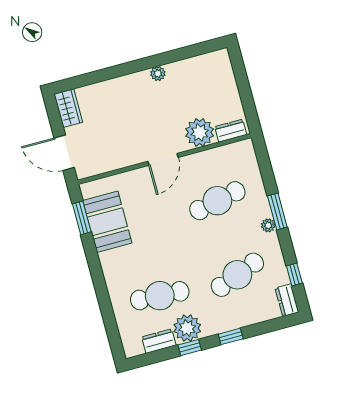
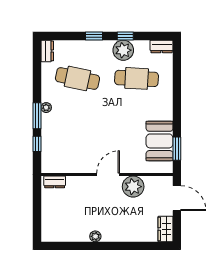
plant: (200, 132) -> (133, 187), moved
cafe table: (217, 201) -> (77, 135), removed
cafe table: (237, 275) -> (77, 78), turned 33
window: (294, 275) -> (37, 144), moved
dresser: (159, 341) -> (162, 46), moved

